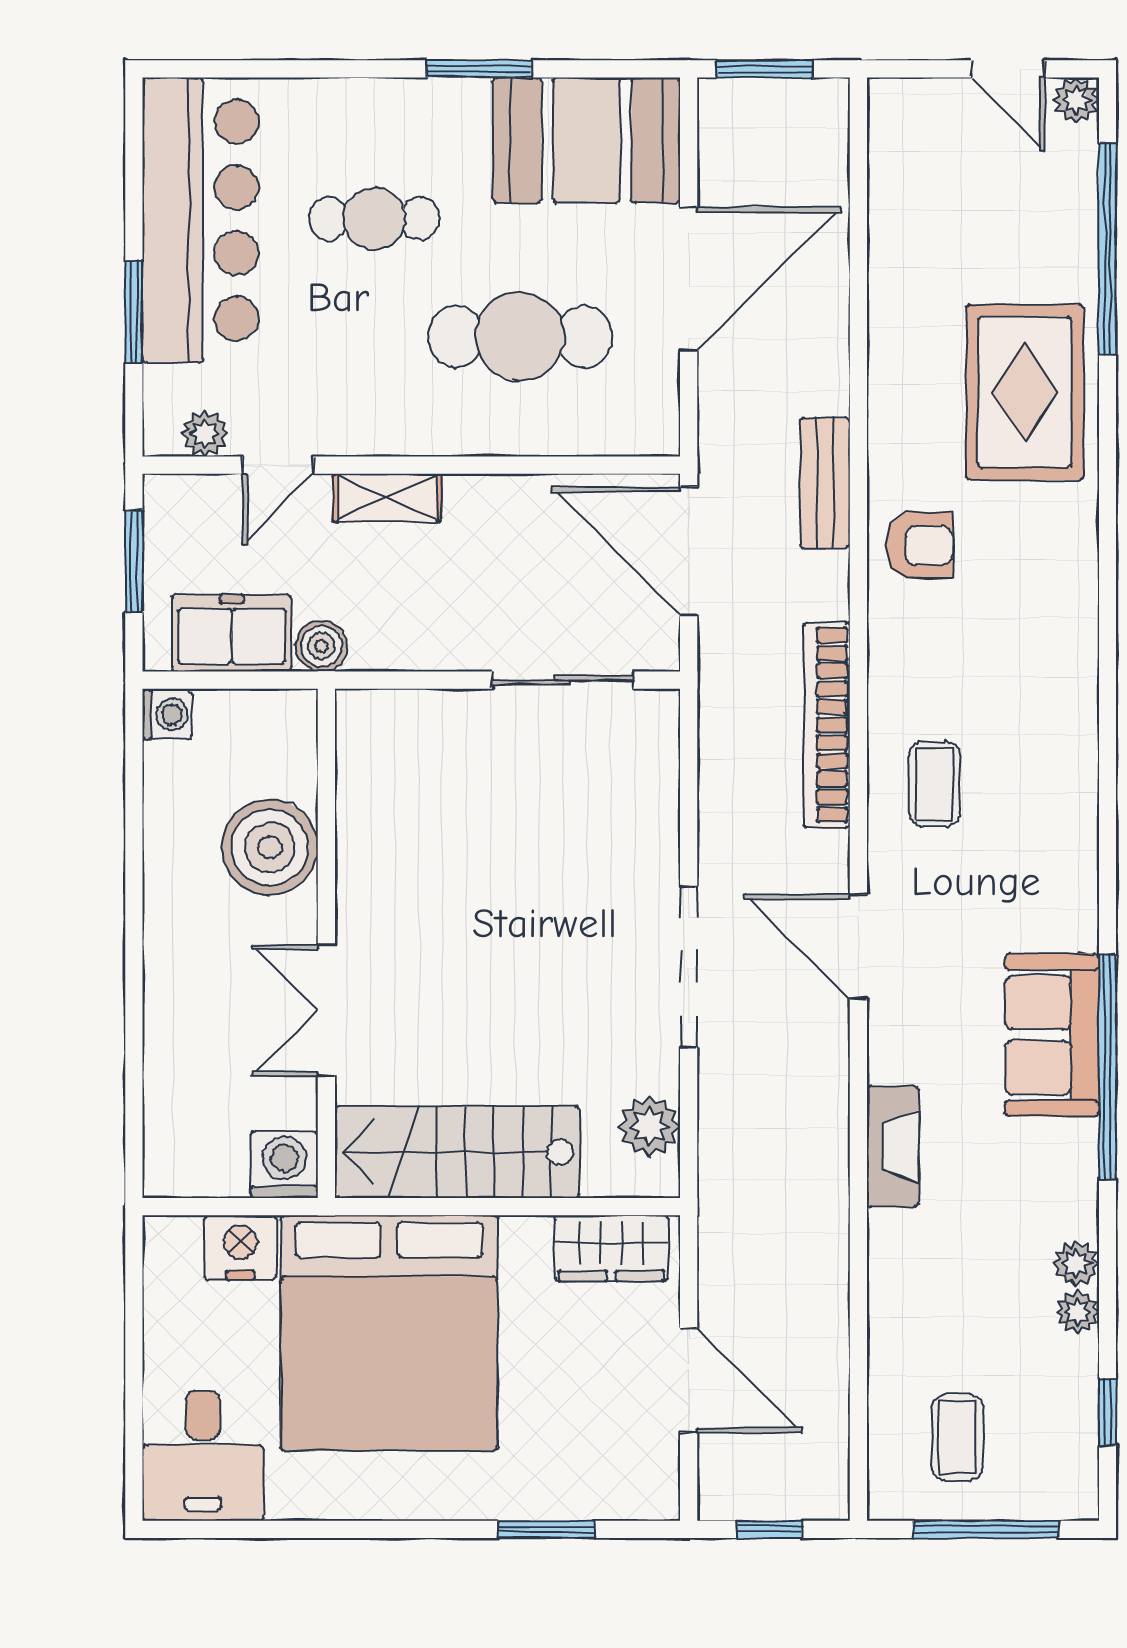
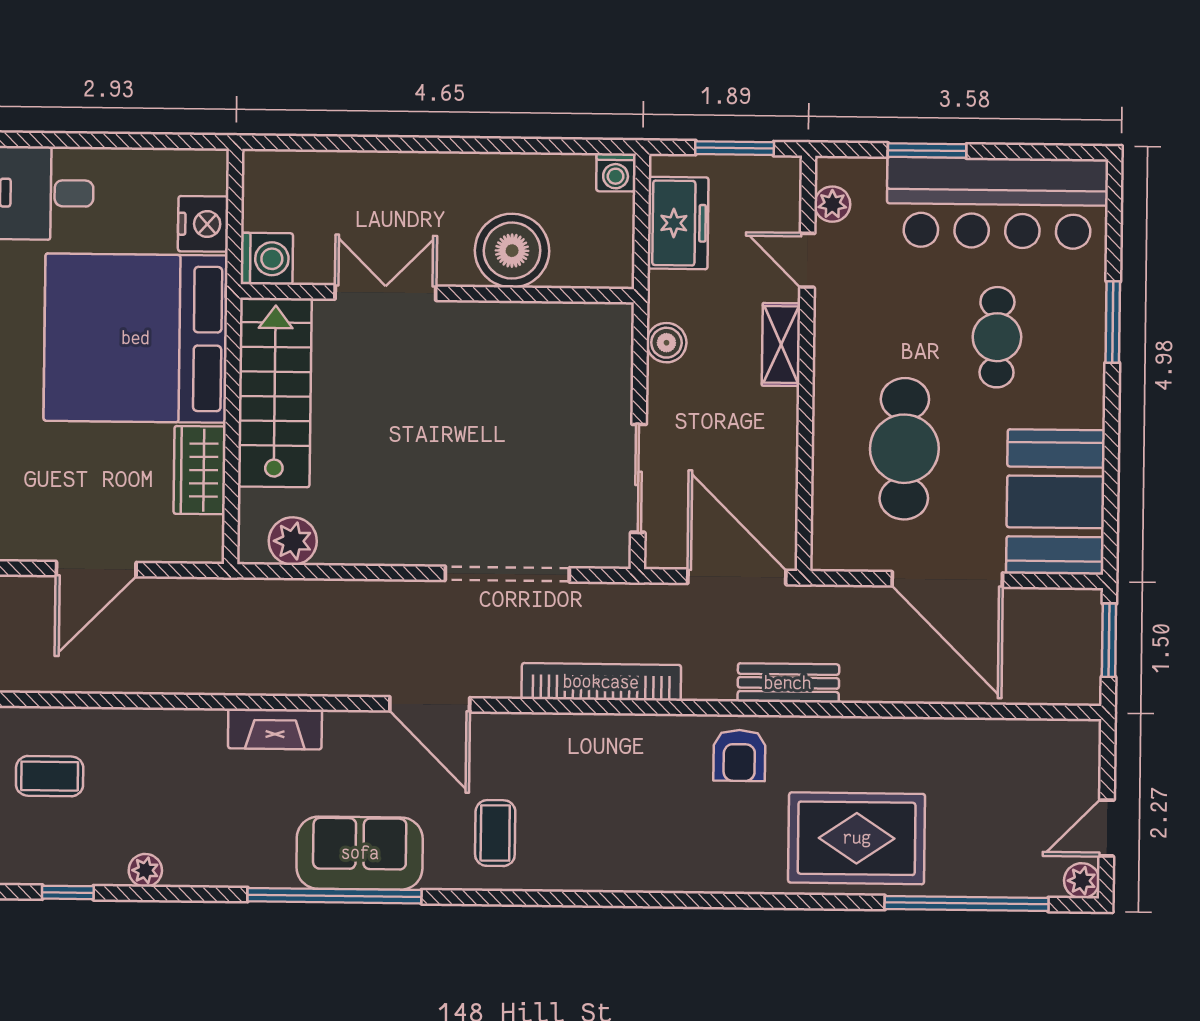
window: (479, 69) -> (1113, 322), moved
door: (689, 551) -> (737, 577), hinge flipped
boiler: (321, 646) -> (666, 343), moved
coffee table: (934, 784) -> (495, 833), moved, turned 90
door: (858, 947) -> (430, 704), swing flipped
doorway: (689, 967) -> (507, 574), moved
wardrobe: (611, 1248) -> (200, 470), moved
plant: (1076, 1263) -> (183, 870), removed

